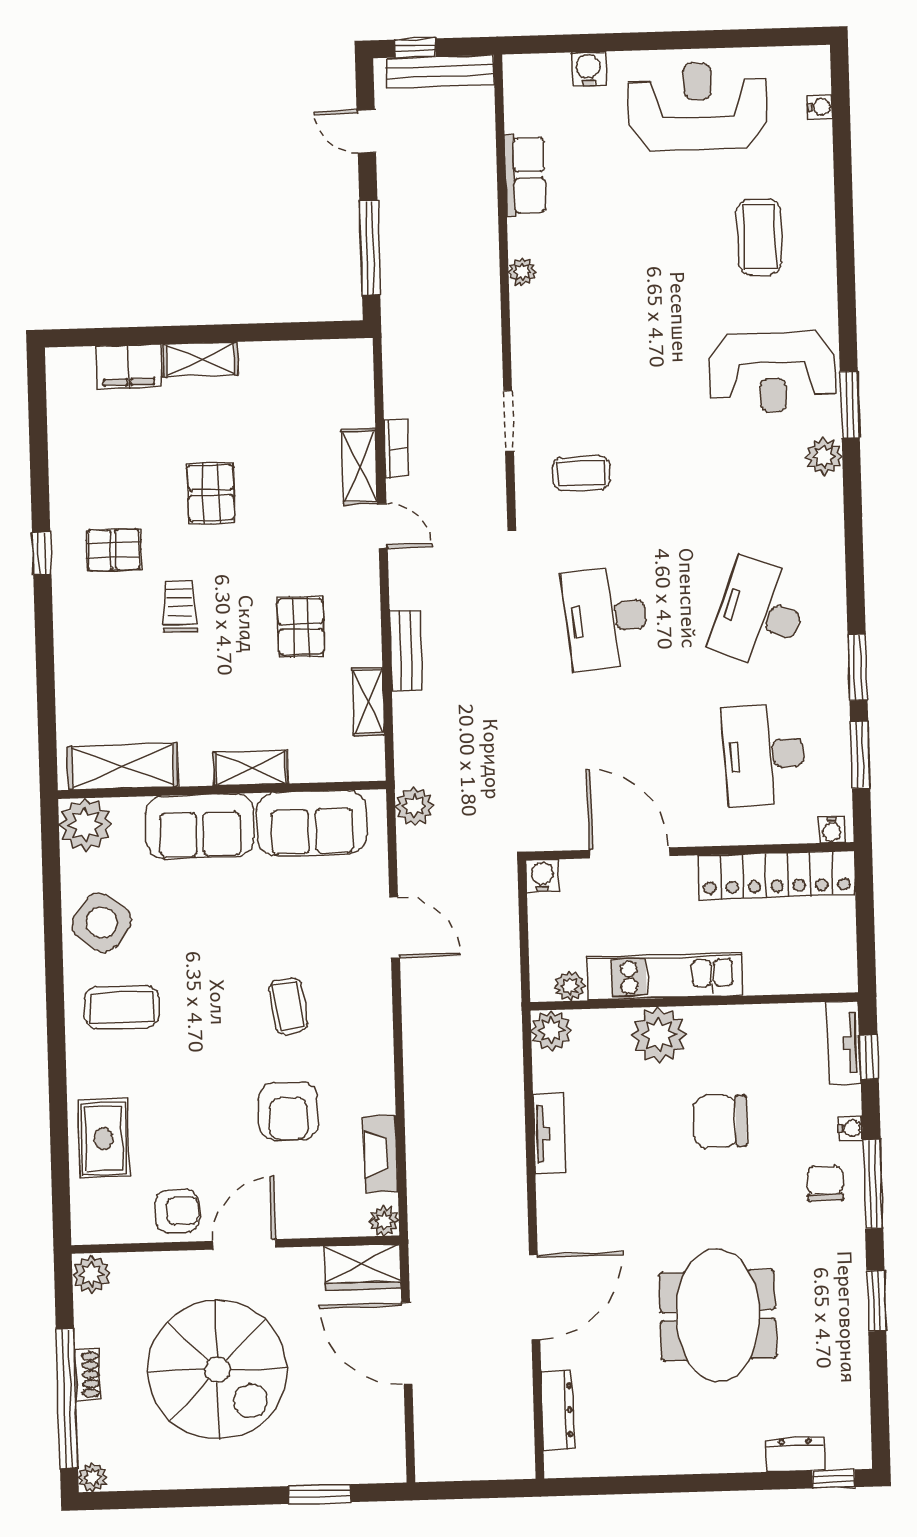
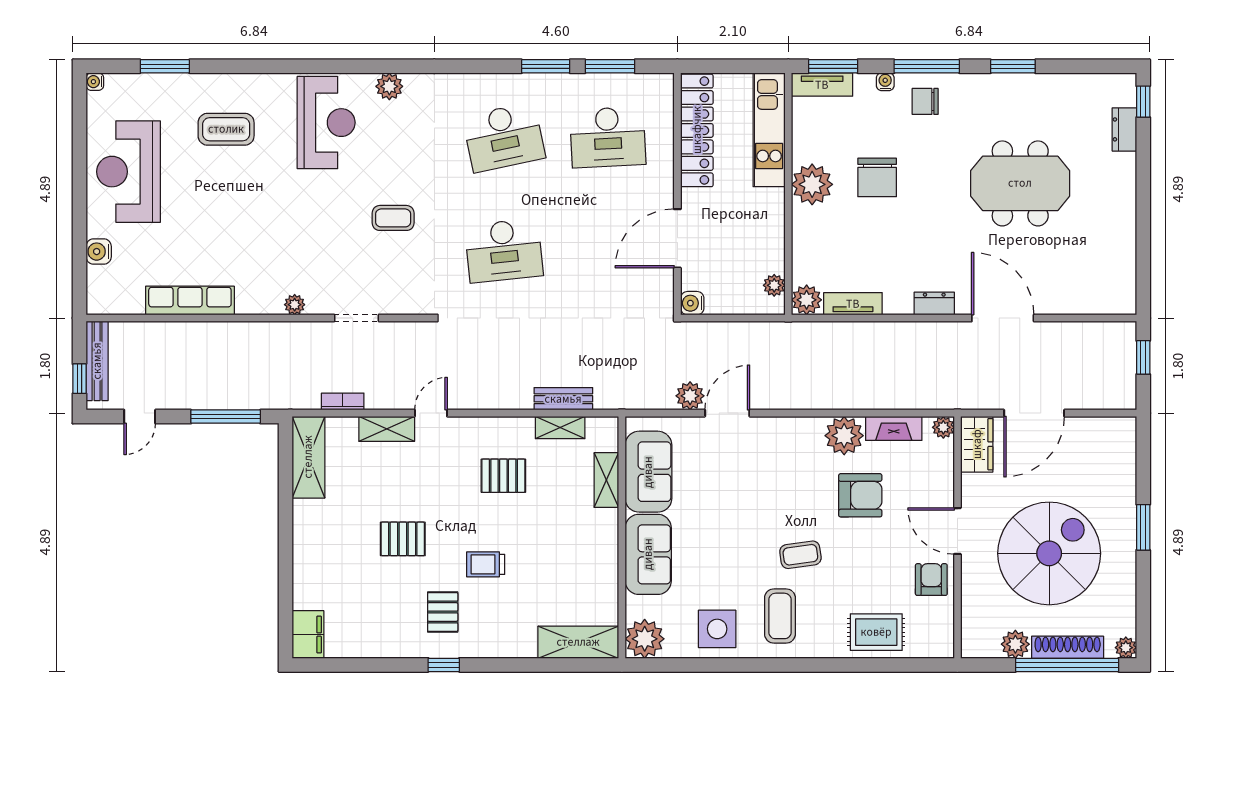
water cooler: (820, 107) -> (95, 82), moved, turned -90
row of seats: (525, 175) -> (190, 301), width x1.48
plant: (522, 272) -> (295, 305), moved
shelving: (201, 360) -> (308, 457), moved, width x1.50, depth x1.33
filing cabinet: (129, 367) -> (308, 635), moved
window: (850, 405) -> (165, 66), moved
bookcase: (396, 449) -> (343, 402), moved
coffee table: (581, 473) -> (393, 218), moved, turned 90
desk: (760, 614) -> (504, 137), turned -33
bench: (406, 650) -> (563, 399), moved
shelving: (123, 766) -> (578, 642), moved, turned 90
shelving: (251, 768) -> (606, 480), moved
plant: (414, 806) -> (690, 396), moved
water cooler: (832, 830) -> (665, 89), removed
side table: (102, 923) -> (717, 629), turned -37
kitchen unit: (665, 976) -> (769, 130), moved
coffee table: (288, 1006) -> (800, 555), moved
plant: (659, 1035) -> (812, 184), moved
window: (869, 1057) -> (833, 66), width x1.50
plant: (369, 1087) -> (844, 436), added
tv unit: (549, 1134) -> (853, 304), moved
plant: (91, 1274) -> (1015, 644), moved
shoe rack: (87, 1375) -> (1068, 647), width x1.94, depth x1.24
dresser: (558, 1410) -> (934, 304), moved, width x0.70
window: (487, 1489) -> (1143, 357), added
window: (320, 1494) -> (1143, 527), moved

